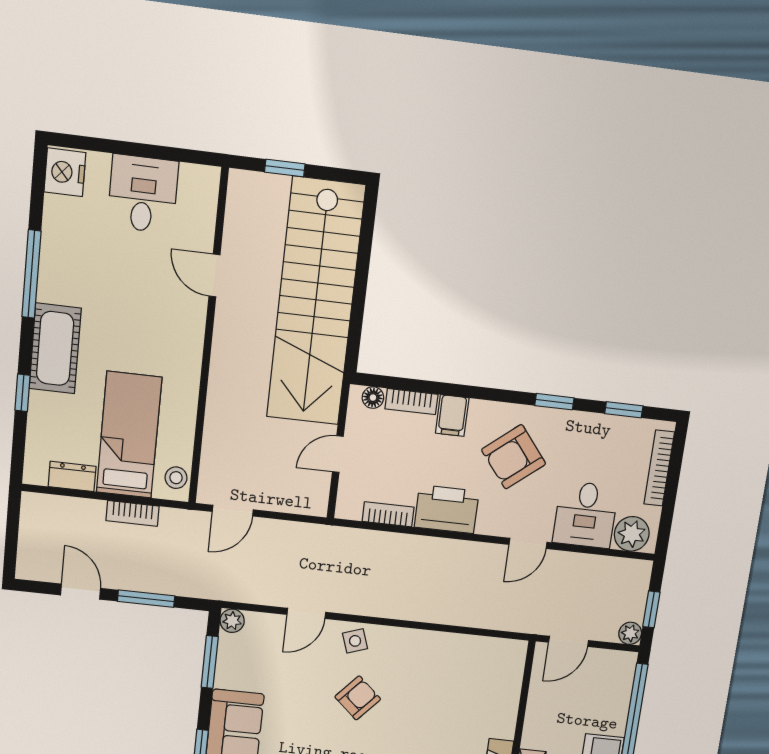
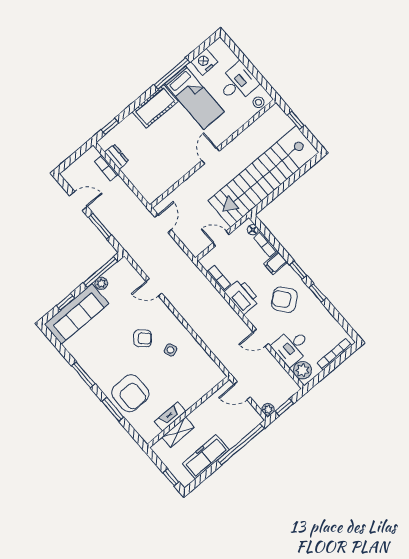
nightstand: (65, 172) -> (204, 62), moved
door: (214, 275) -> (210, 156), moved
window: (23, 393) -> (110, 126), moved
window: (624, 410) -> (298, 270), moved
bed: (129, 435) -> (195, 98), moved, turned 90
stool: (176, 478) -> (258, 102), moved
door: (233, 511) -> (163, 223), swing flipped
bookcase: (133, 513) -> (106, 168), moved
door: (81, 592) -> (78, 201), hinge flipped
plant: (232, 621) -> (101, 283), moved
side table: (355, 641) -> (170, 350), moved
window: (210, 662) -> (100, 272), width x1.44

